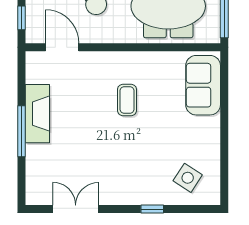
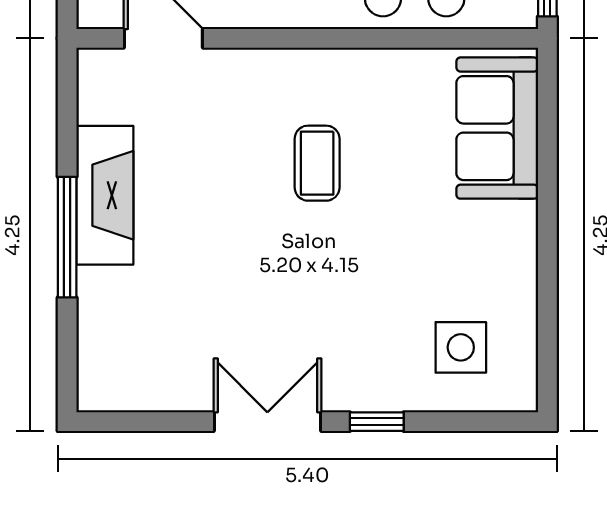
side table: (188, 178) -> (461, 347), turned -33
double door: (76, 209) -> (267, 422), moved

